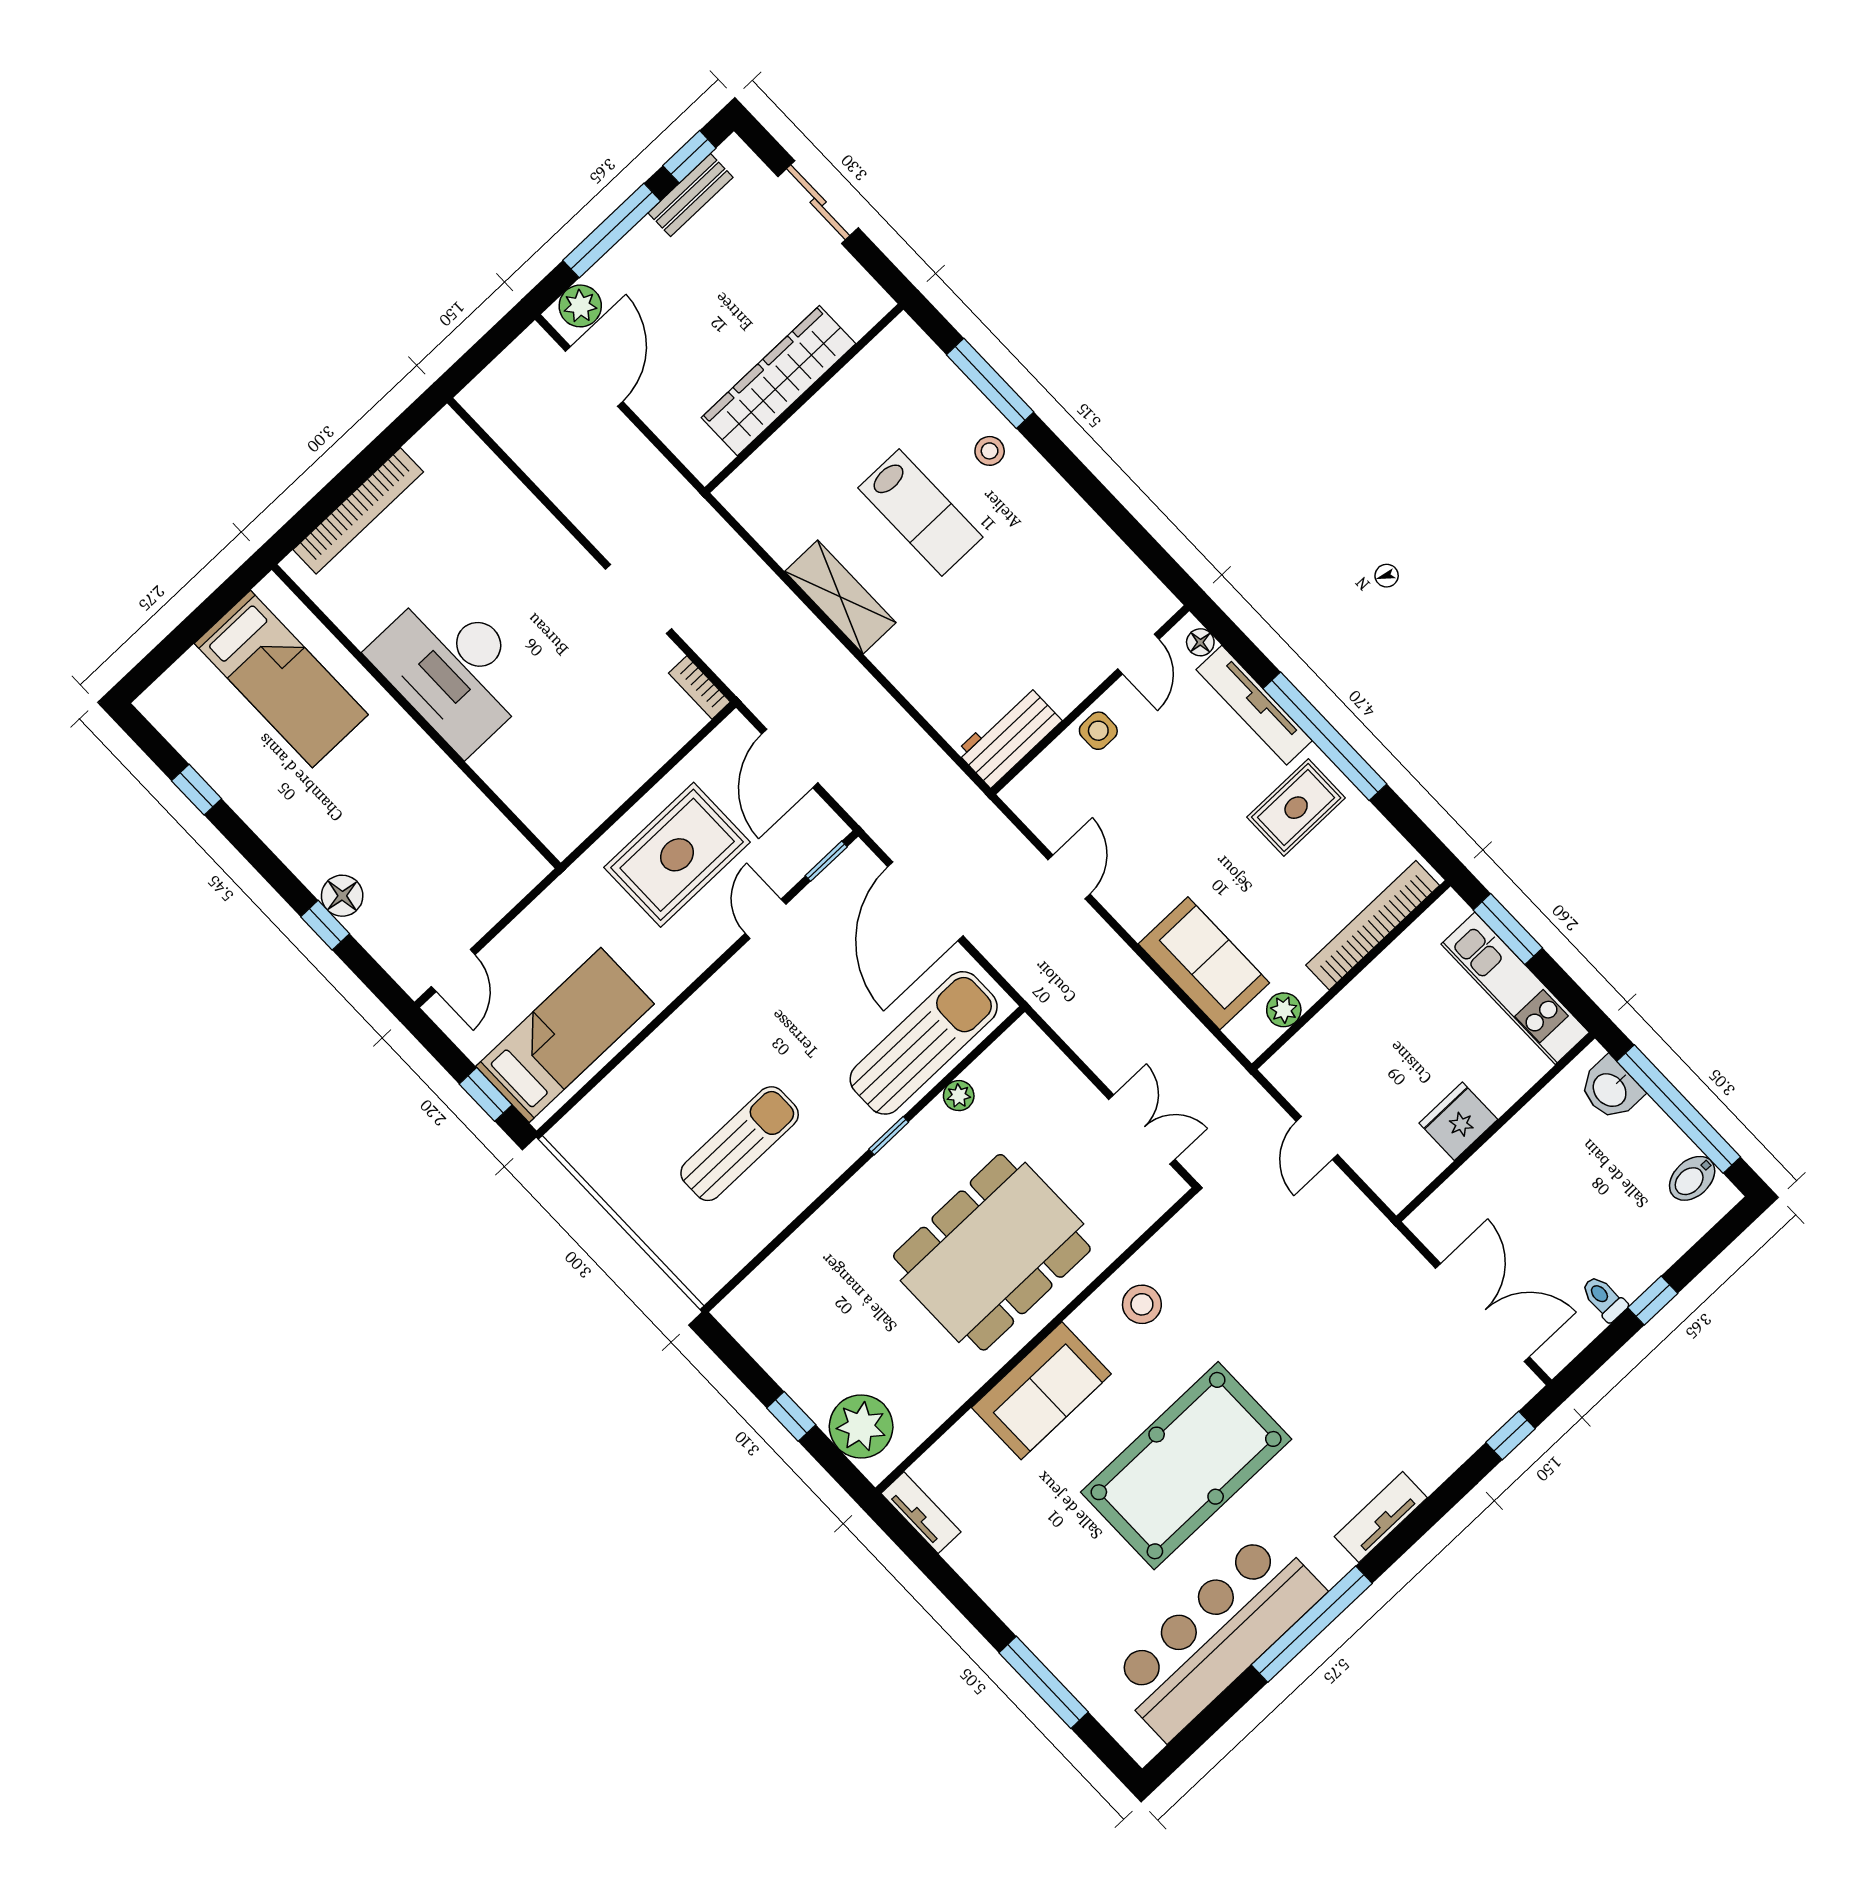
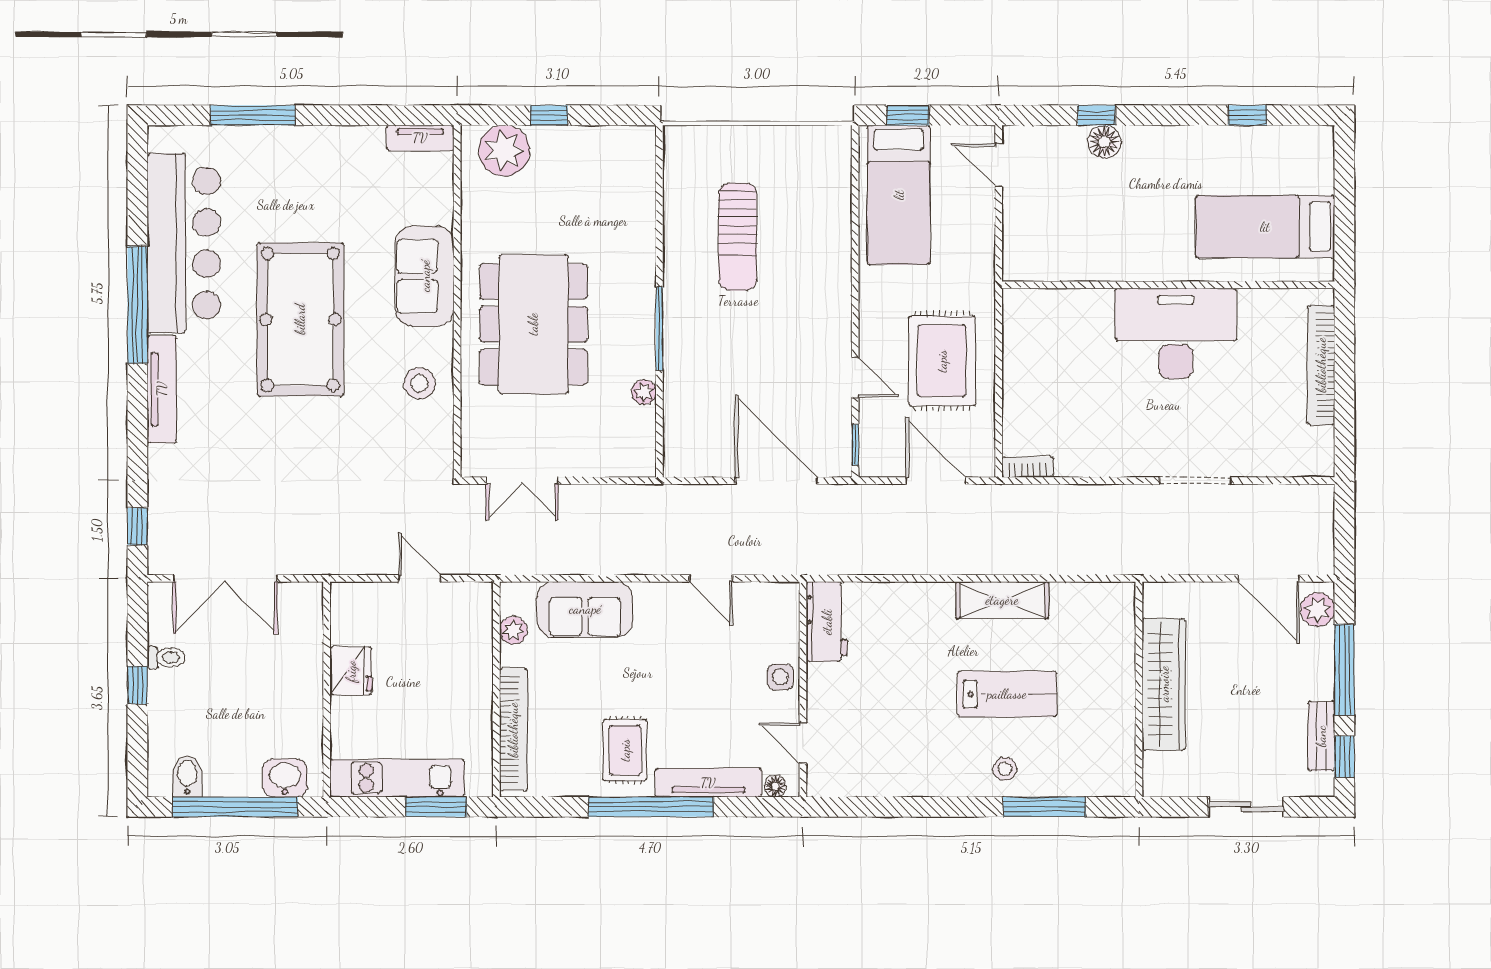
lab bench: (920, 513) -> (1007, 694), turned 180
doorway: (638, 599) -> (1195, 481), moved
sun lounger: (924, 1043) -> (694, 401), removed
window: (889, 1136) -> (659, 329), width x2.17
tv unit: (1381, 1517) -> (162, 389), width x1.41

